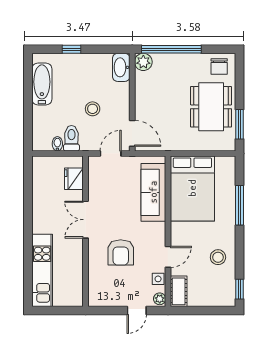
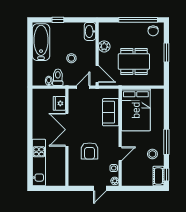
window: (171, 49) -> (138, 20), moved
plant: (143, 62) -> (104, 46), moved
bathtub: (42, 84) -> (41, 42), width x1.36, depth x1.36
dining table: (211, 107) -> (134, 62), moved, turned 90
window: (239, 124) -> (166, 52), moved
sofa: (153, 192) -> (111, 112), width x0.73
window: (239, 205) -> (166, 142), moved
double door: (86, 220) -> (67, 130), width x1.37
cot: (179, 291) -> (158, 176), moved

